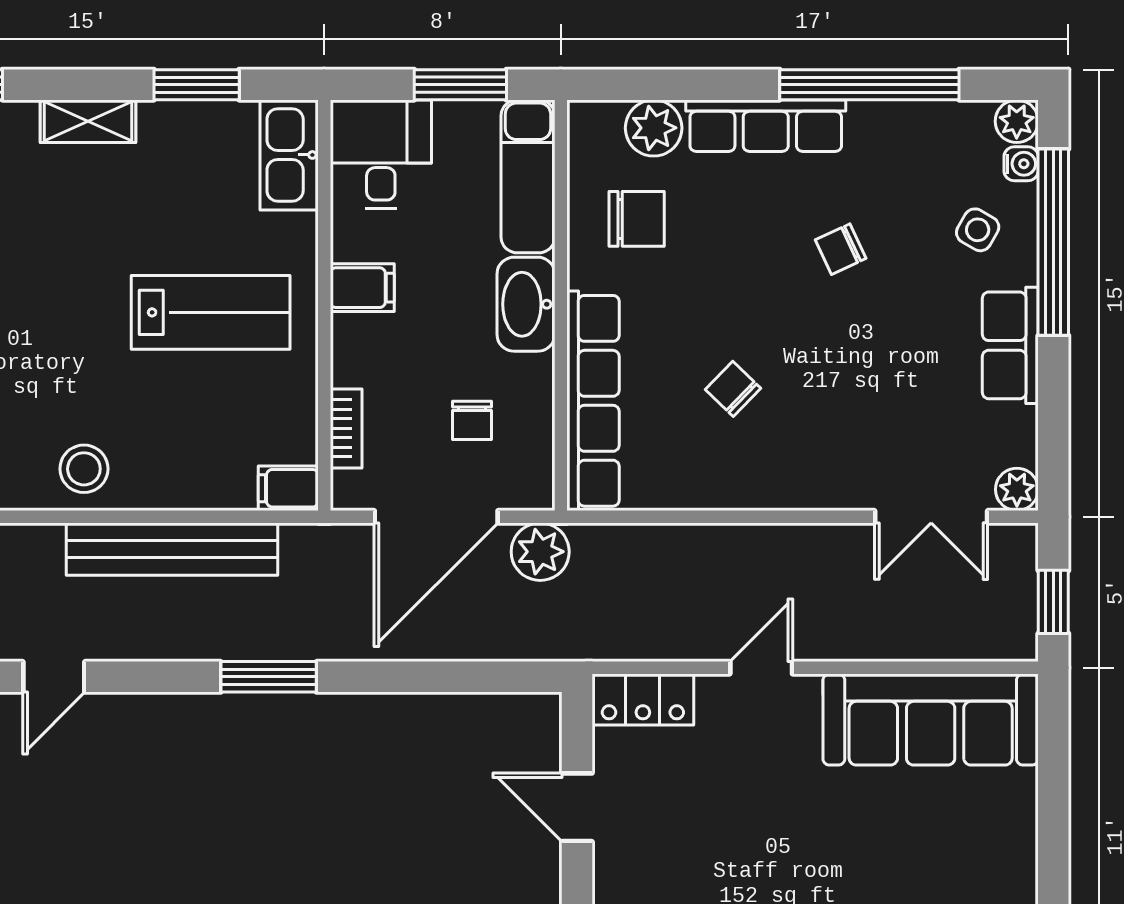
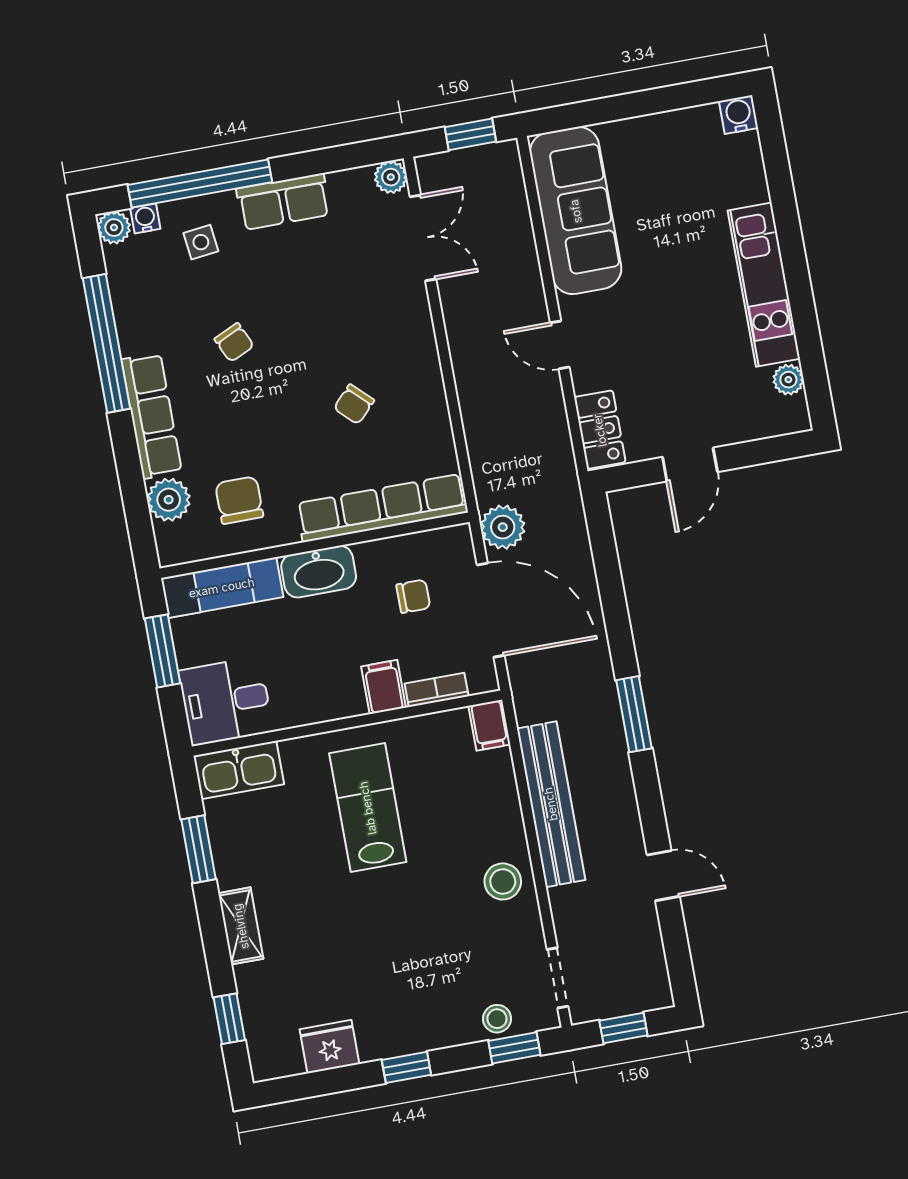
side table: (978, 230) -> (201, 242), turned -37
filing cabinet: (362, 288) -> (384, 687), moved

